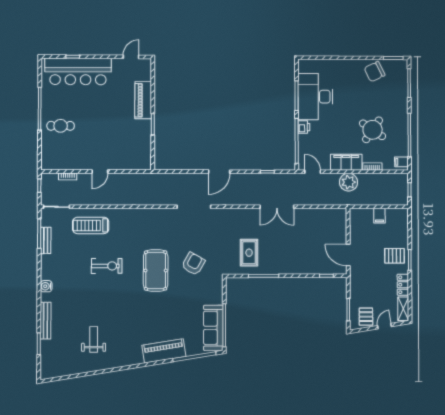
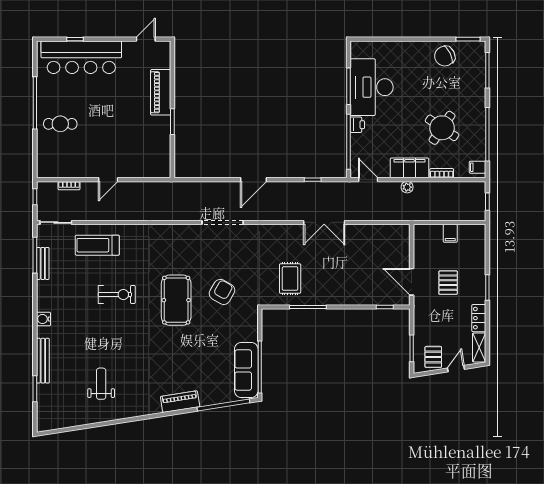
plant: (349, 182) -> (407, 187), width x0.53, depth x0.53
pallet: (395, 256) -> (448, 283), moved, turned 90
piano: (164, 351) -> (180, 402), width x0.73, depth x0.75

